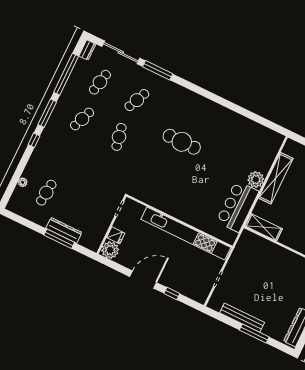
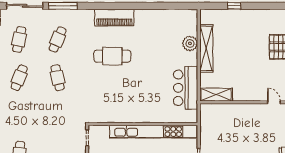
piano: (202, 106) -> (114, 18), added
plant: (256, 180) -> (190, 43), moved

